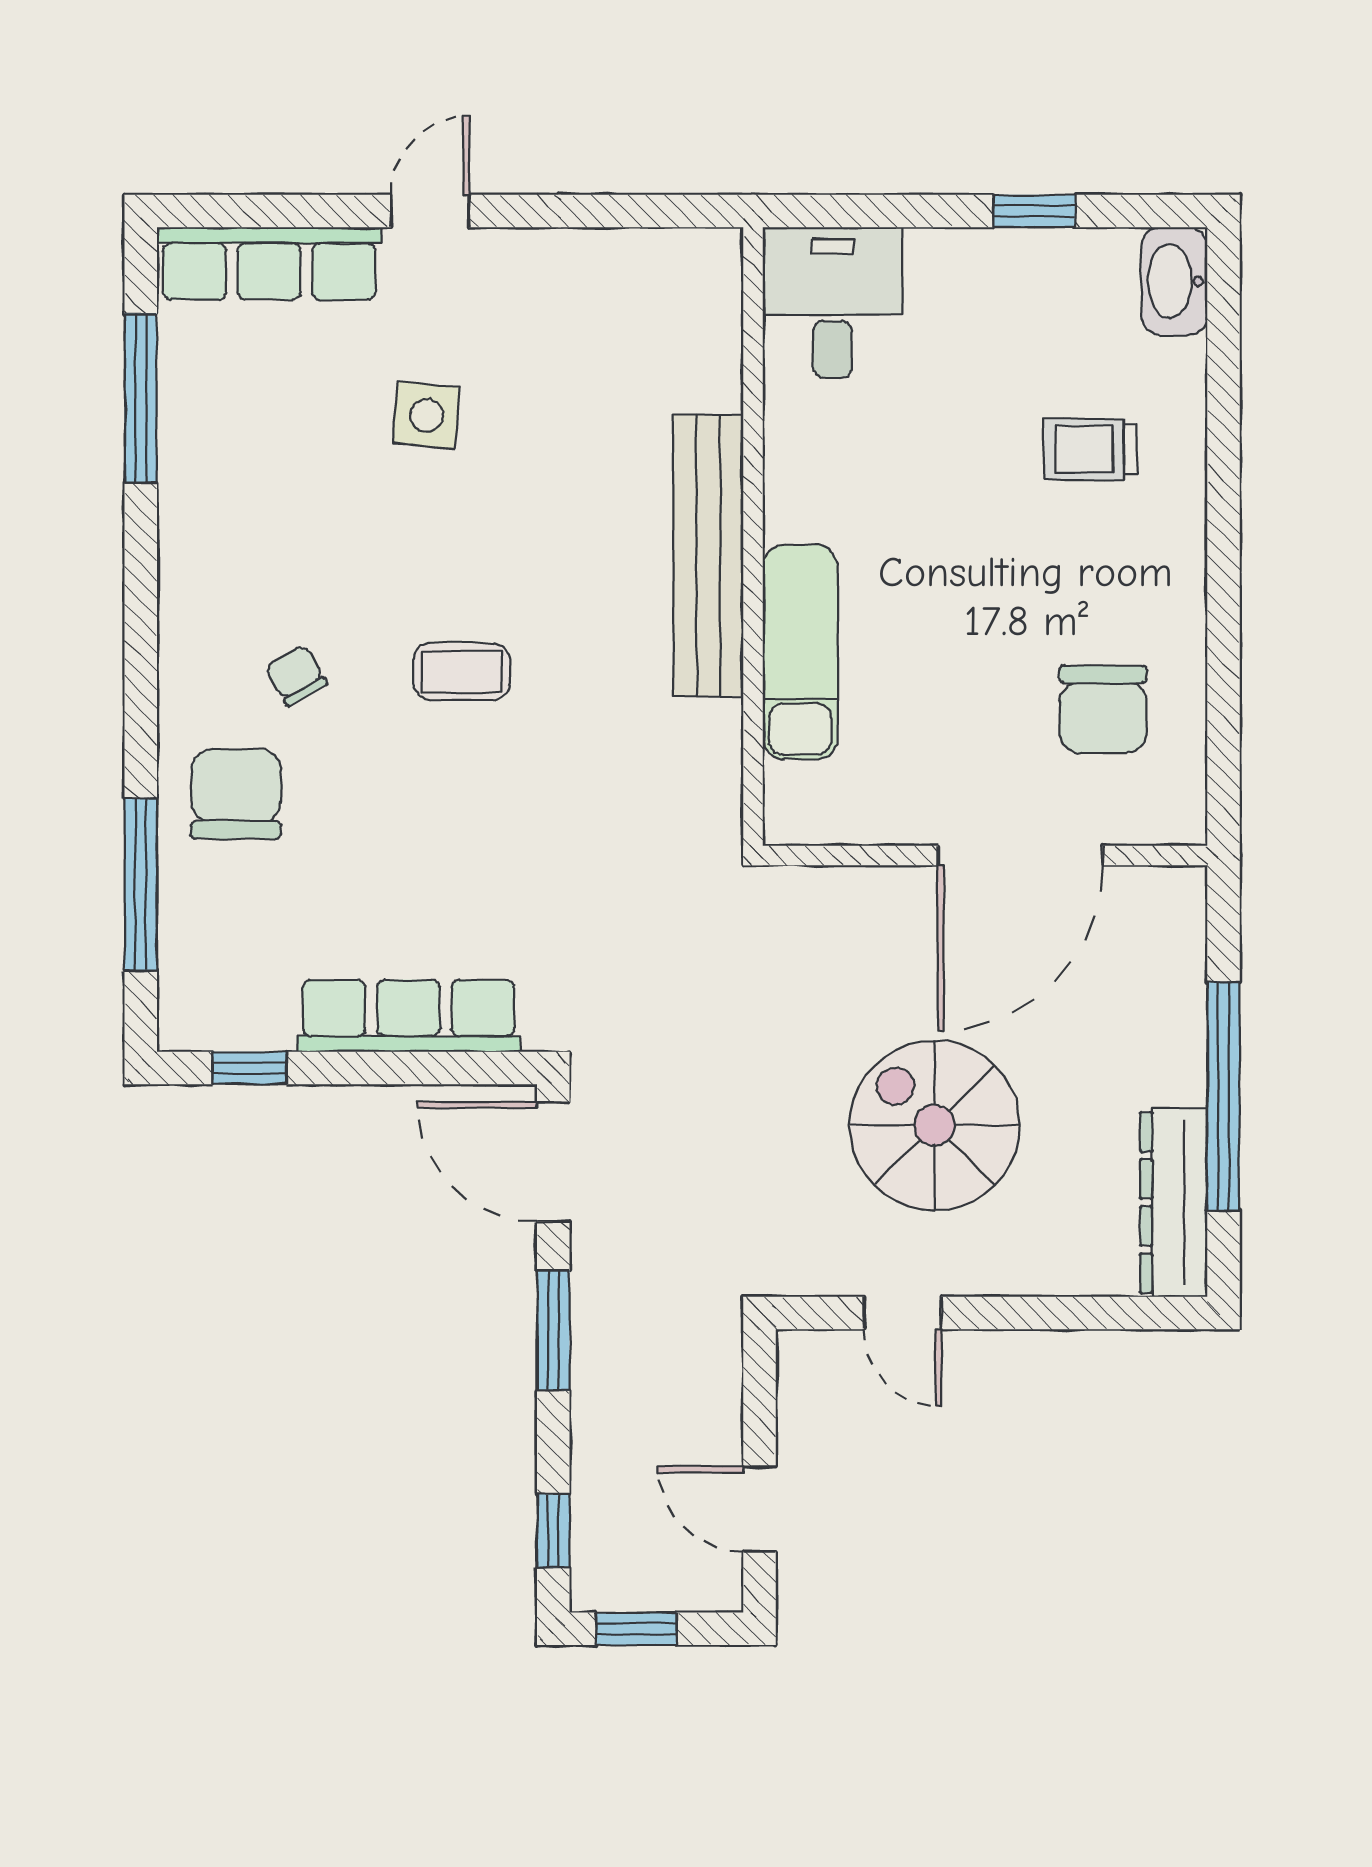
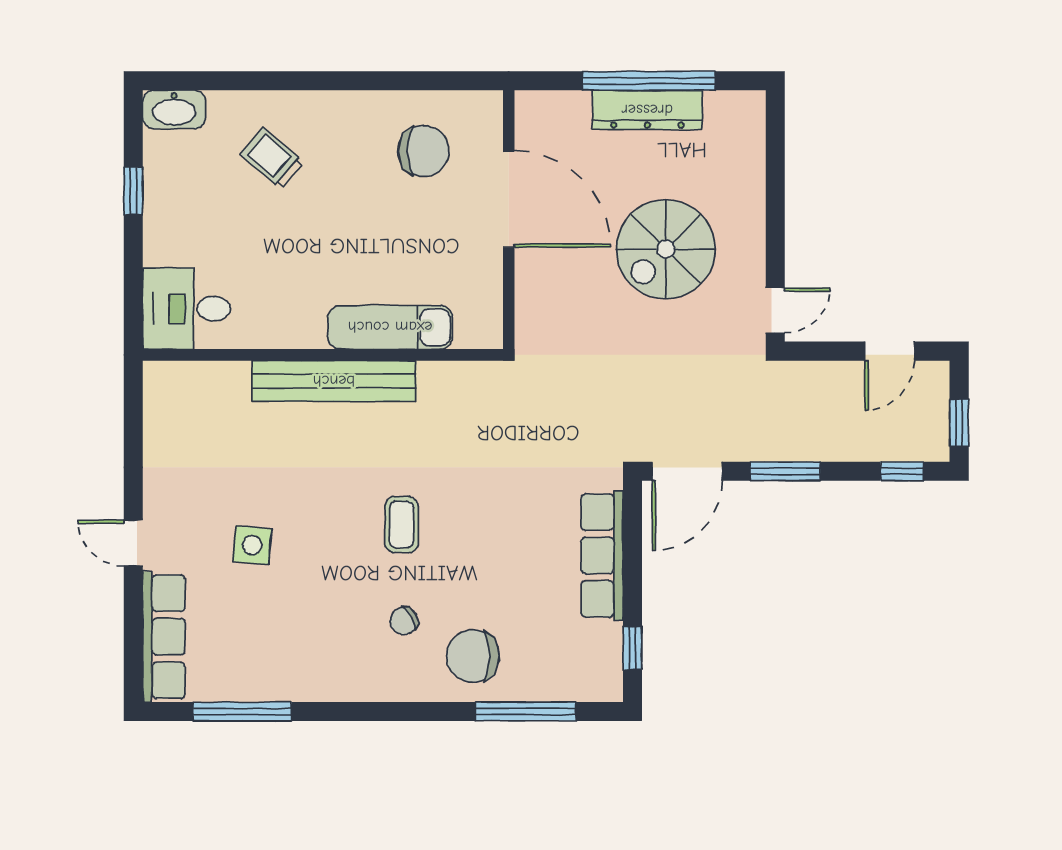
trolley: (1091, 449) -> (272, 158), turned 131
dresser: (1174, 1203) -> (647, 110), moved
door: (903, 1313) -> (775, 310), moved

